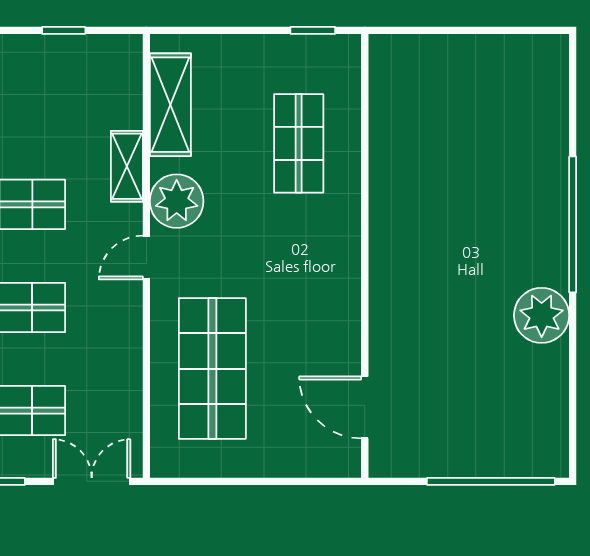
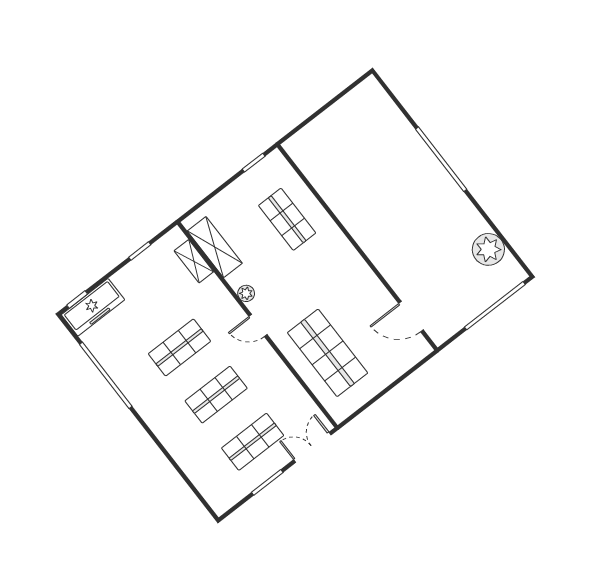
shelving: (127, 166) -> (194, 261), moved
plant: (177, 201) -> (246, 293), width x0.53, depth x0.53
door: (146, 258) -> (258, 326), hinge flipped
plant: (542, 315) -> (488, 249), moved

